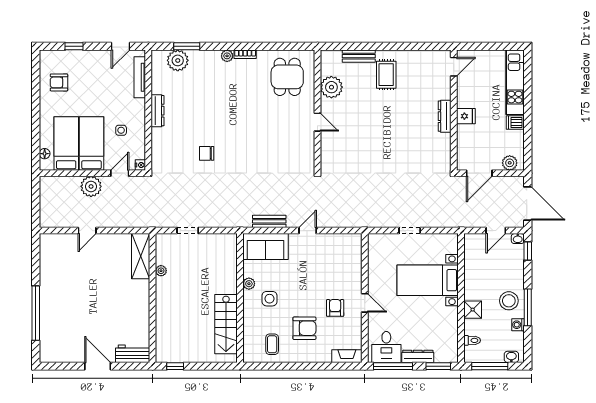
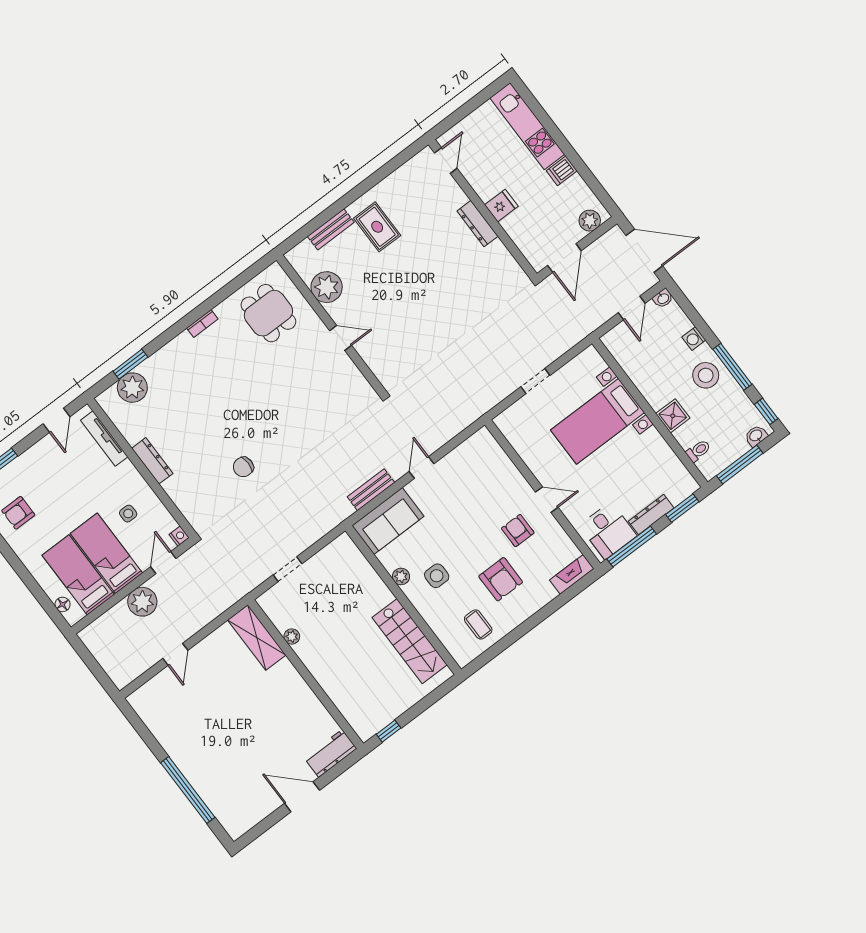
plant: (227, 56) -> (183, 341), removed
window: (528, 251) -> (766, 411), moved
washing machine: (518, 325) -> (694, 339), moved
armchair: (304, 328) -> (501, 579), turned 90

